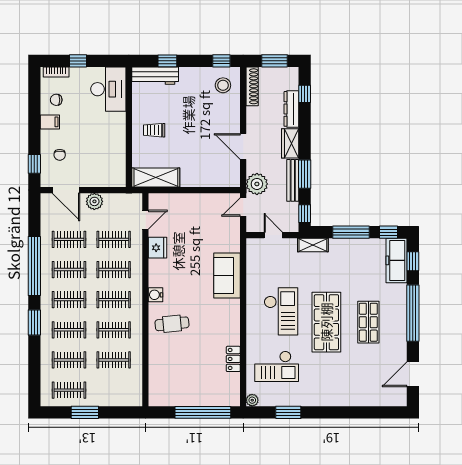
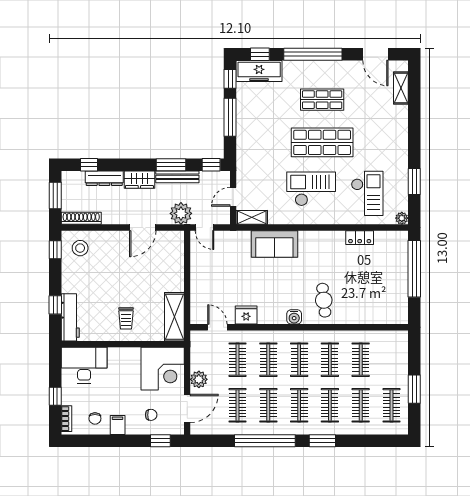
corner desk: (105, 166) -> (163, 369), added
shelving: (313, 245) -> (252, 217), moved, turned 90
shelving: (380, 399) -> (401, 88), added

